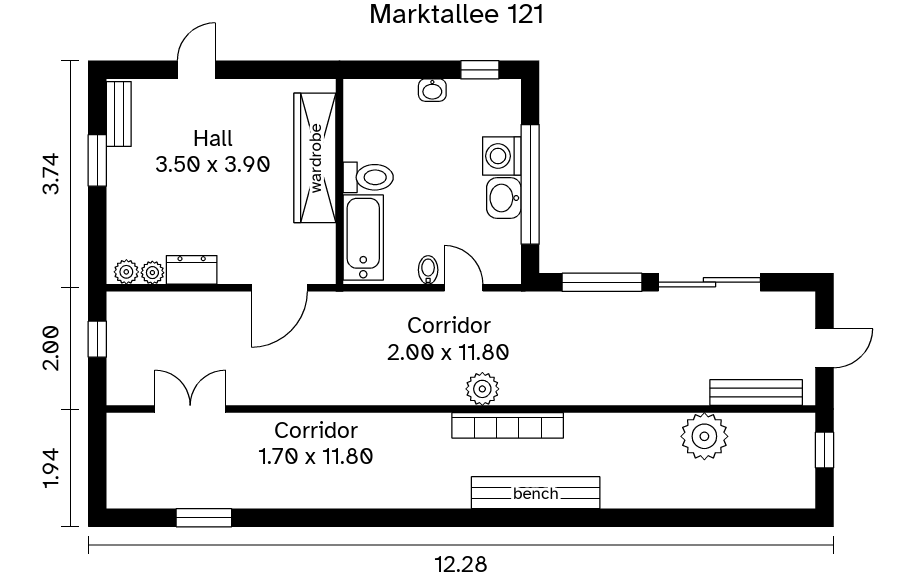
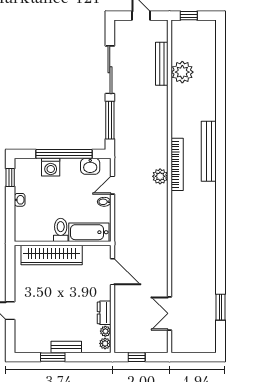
bench: (119, 114) -> (66, 347), moved
washbasin: (504, 198) -> (90, 166), moved
bench: (756, 393) -> (162, 64), moved

